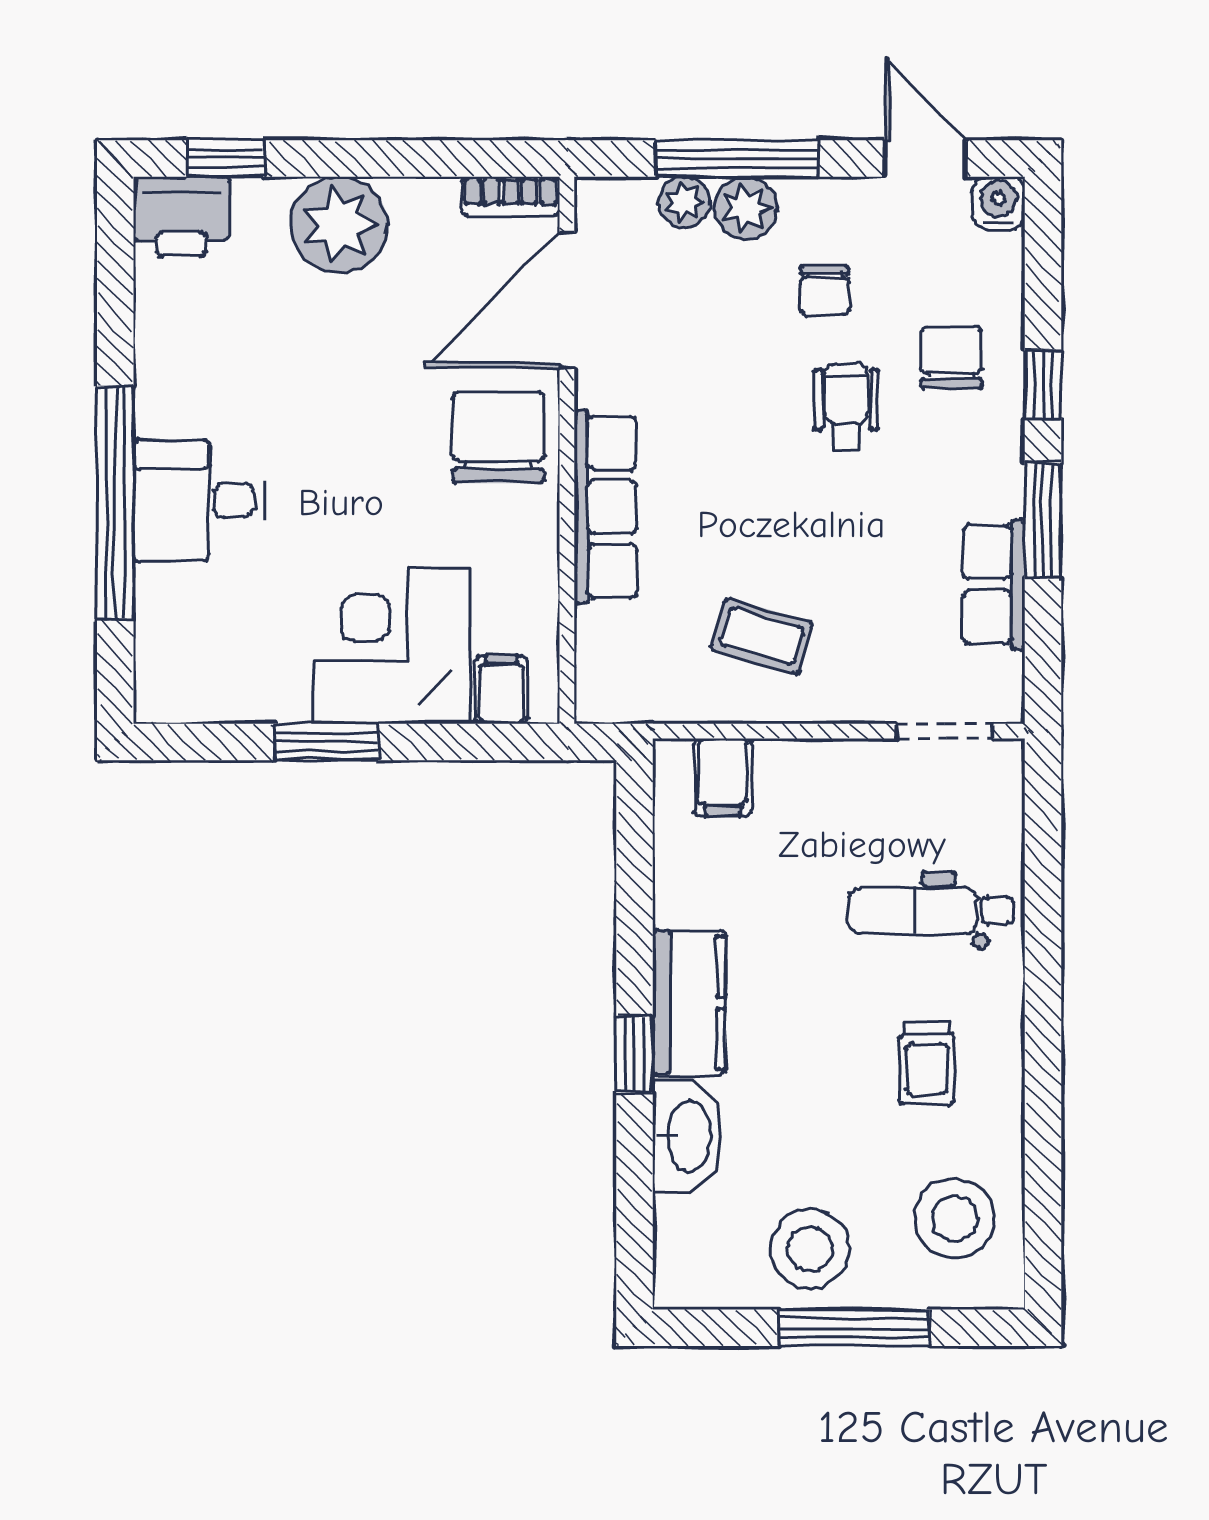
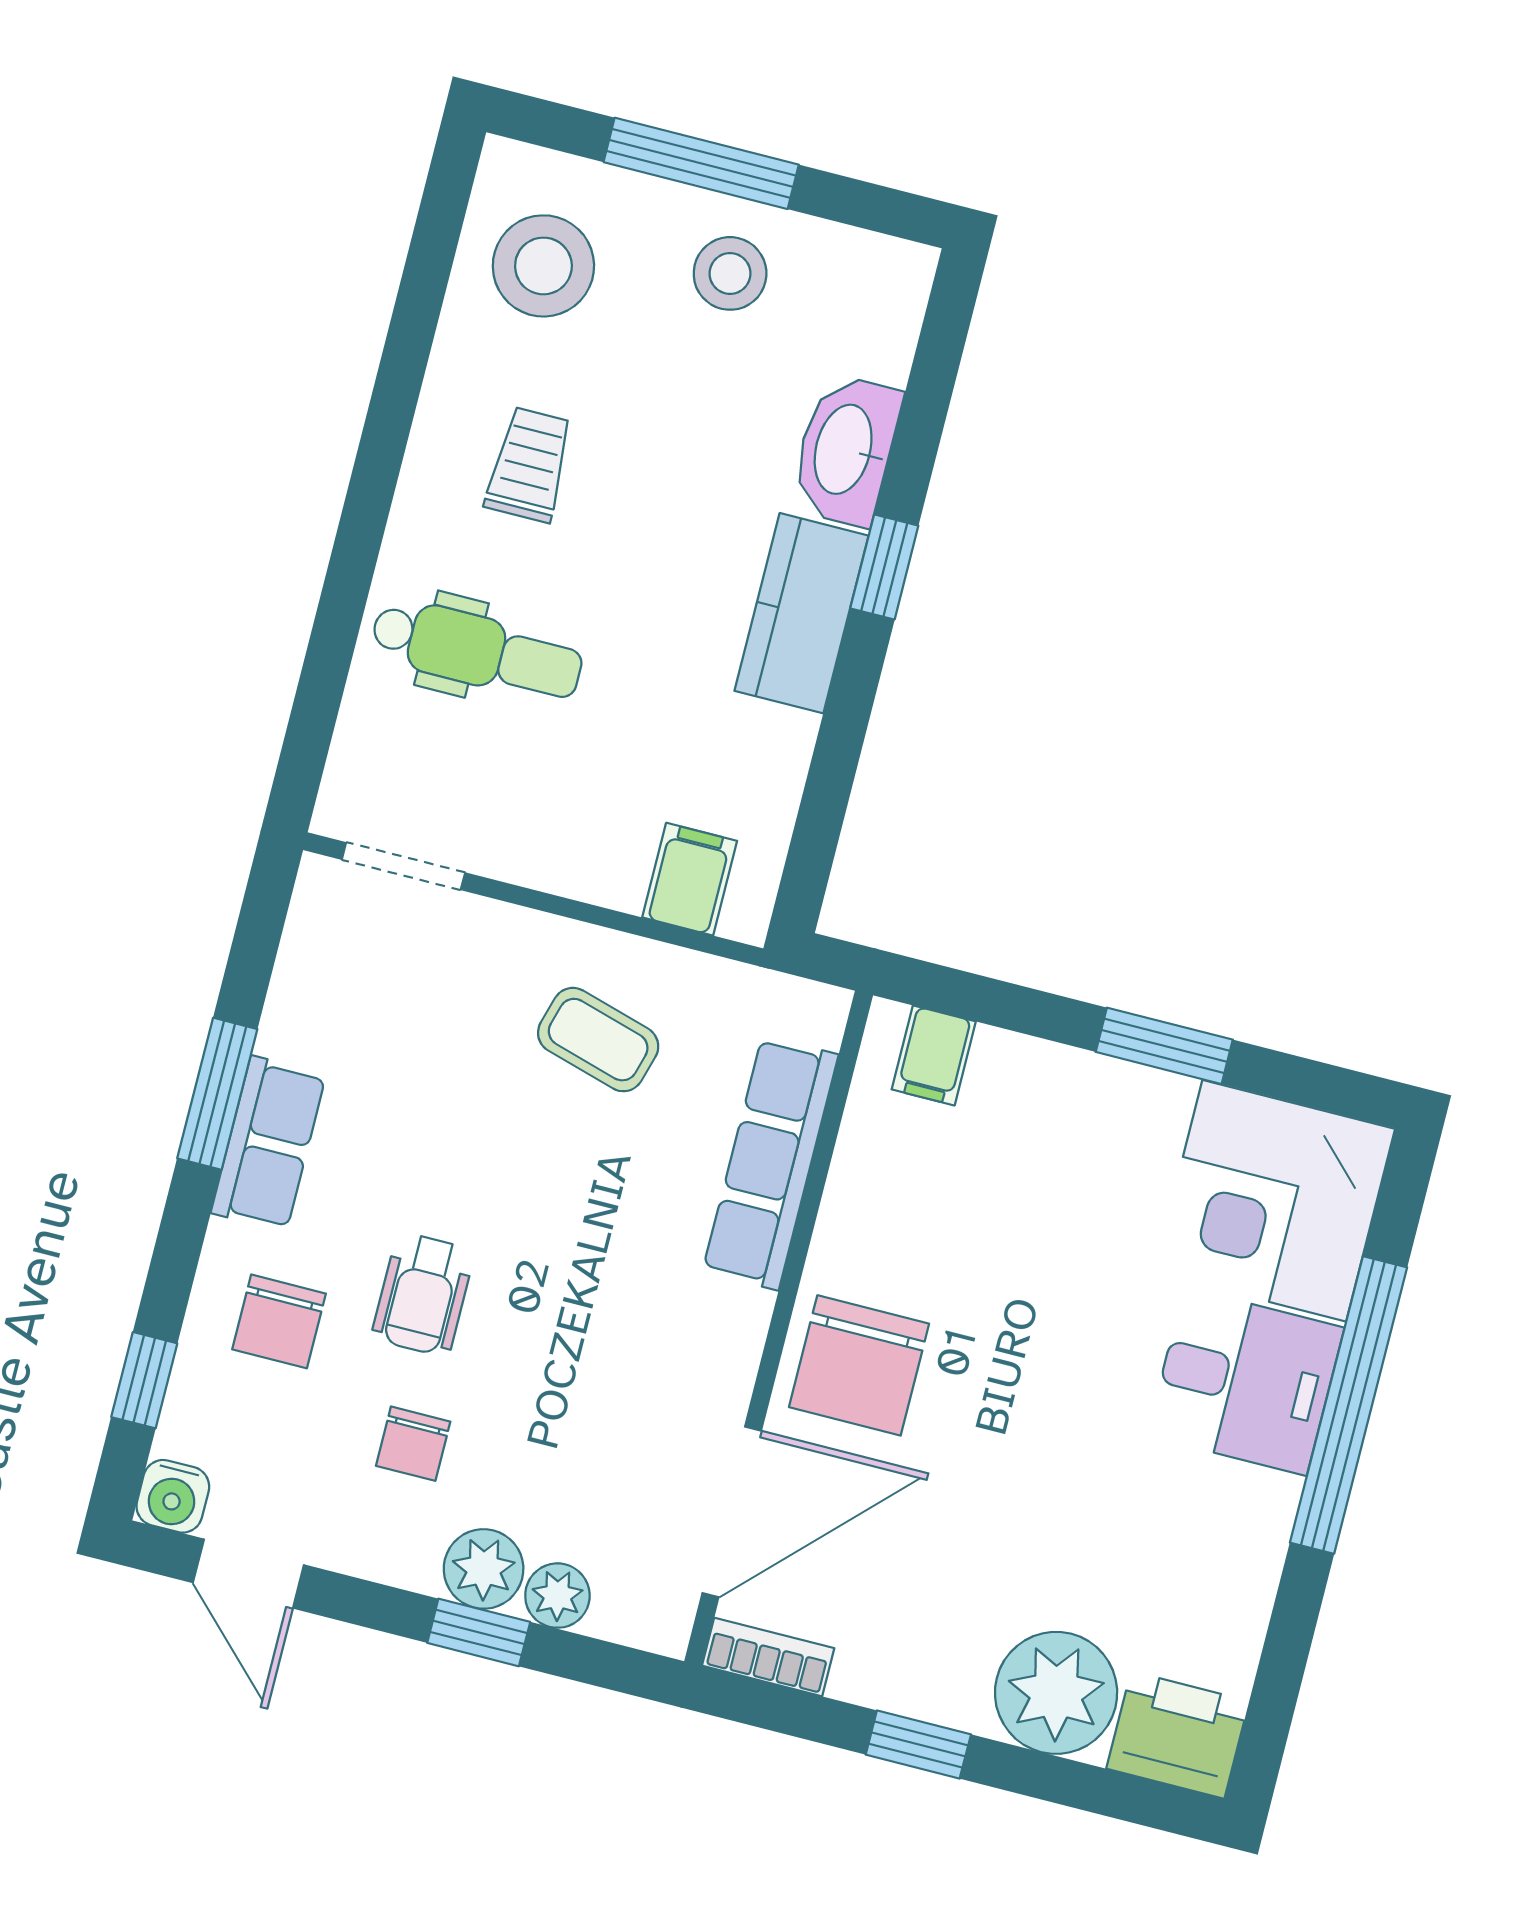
window: (226, 158) -> (918, 1744), moved
window: (737, 158) -> (479, 1632), width x0.46
plant: (339, 225) -> (1056, 1693), moved
chair: (824, 290) -> (413, 1444), turned 180
window: (1043, 385) -> (144, 1380), moved
row of seats: (605, 507) -> (770, 1163), moved
row of seats: (994, 585) -> (269, 1144), moved
corner desk: (392, 645) -> (1274, 1201), moved, turned 90
stool: (810, 1249) -> (730, 273), width x0.73, depth x0.73

